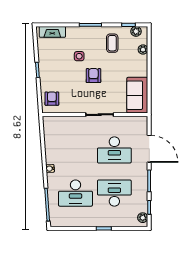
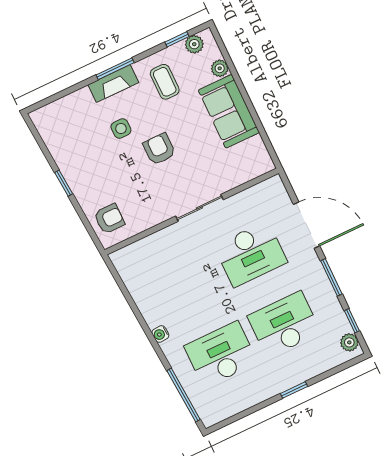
fireplace: (52, 32) -> (113, 84), moved
sofa: (137, 95) -> (229, 111), moved
armchair: (52, 99) -> (109, 219), turned 90
desk: (75, 193) -> (221, 354), turned 180

